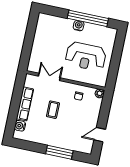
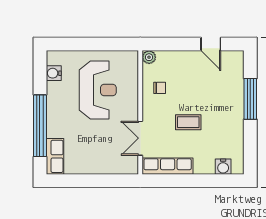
window: (88, 18) -> (40, 126), moved
row of seats: (49, 20) -> (55, 156), added
water cooler: (79, 26) -> (54, 73), moved
row of seats: (25, 104) -> (168, 166), moved

